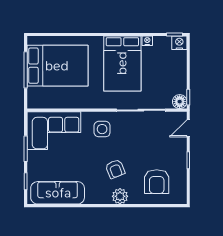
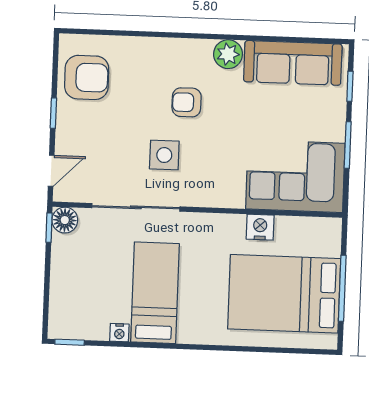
nightstand: (179, 43) -> (260, 227), moved, turned 180
bed: (122, 63) -> (155, 293), width x0.67
side table: (102, 129) -> (164, 155), moved
armchair: (115, 169) -> (187, 102), turned -68
armchair: (157, 182) -> (87, 77), moved, turned 90
plant: (120, 196) -> (228, 54), moved

